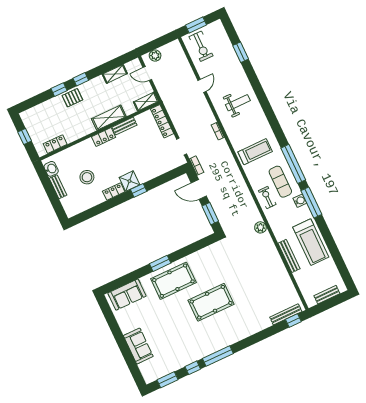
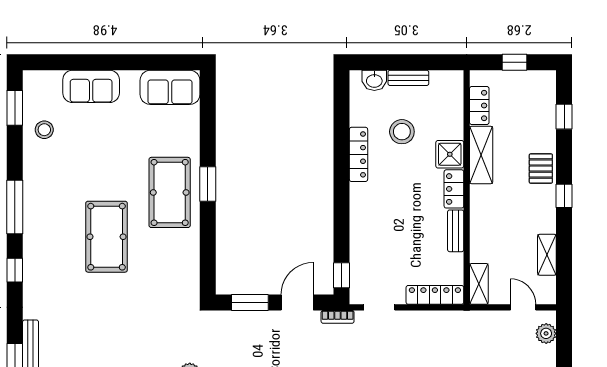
door: (147, 73) -> (523, 307), hinge flipped
window: (59, 90) -> (564, 117), moved
shelving: (109, 118) -> (481, 155), moved
washbasin: (51, 169) -> (374, 80), moved
shower: (129, 181) -> (450, 154), moved
window: (139, 190) -> (342, 275), moved
locker: (114, 192) -> (358, 154), width x1.53
sofa: (127, 295) -> (170, 87), moved, turned -90
stool: (172, 360) -> (44, 130), added
window: (193, 368) -> (15, 270), moved

